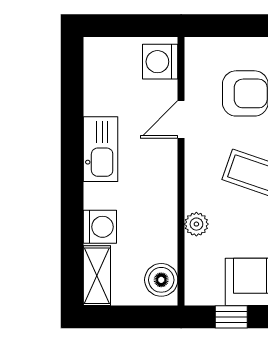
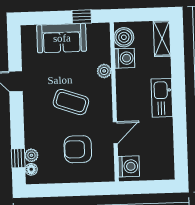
kitchen sink: (100, 149) -> (162, 98), moved
washing machine: (100, 227) -> (125, 58), moved, turned 180

